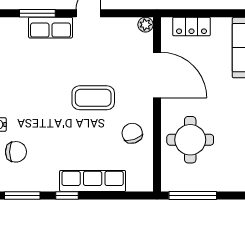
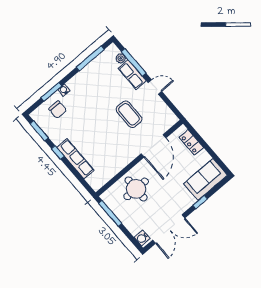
window: (37, 13) -> (134, 62), width x1.44
plant: (145, 25) -> (121, 58), moved
coffee table: (93, 98) -> (129, 114), moved
chair: (132, 133) -> (115, 158), removed

